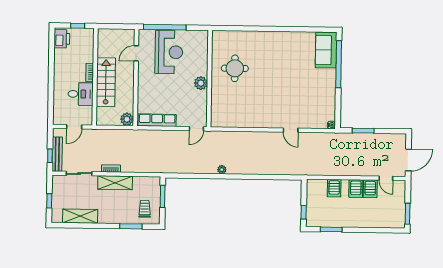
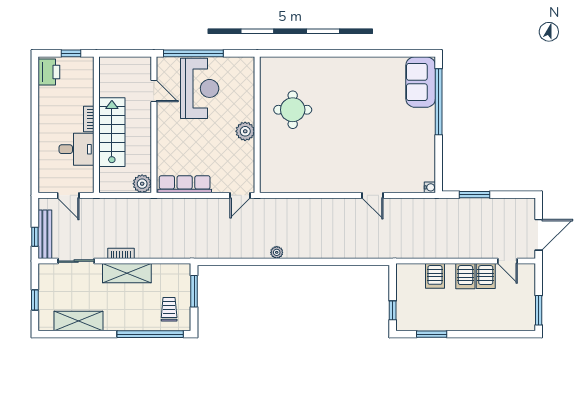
door: (136, 53) -> (154, 91), swing flipped
door: (74, 127) -> (68, 195), hinge flipped
window: (131, 226) -> (150, 334), width x2.11

